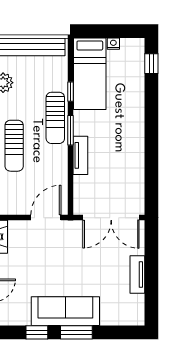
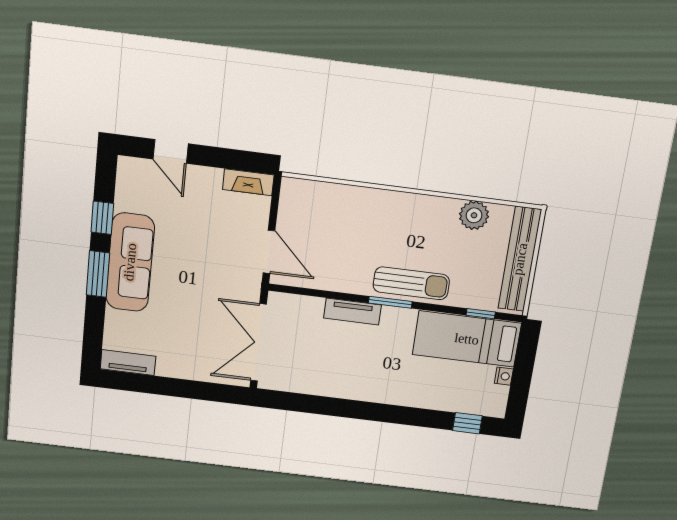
window: (70, 92) -> (481, 314), moved
sun lounger: (55, 118) -> (411, 283), turned 180
sun lounger: (14, 146) -> (380, 220), removed
tv unit: (137, 274) -> (128, 363), moved

